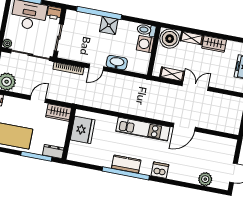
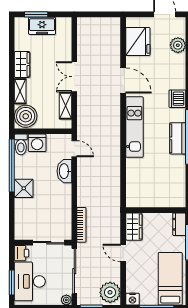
window: (99, 13) -> (12, 165), moved
door: (96, 67) -> (74, 149), moved
fridge: (83, 130) -> (138, 41), moved, turned 90

